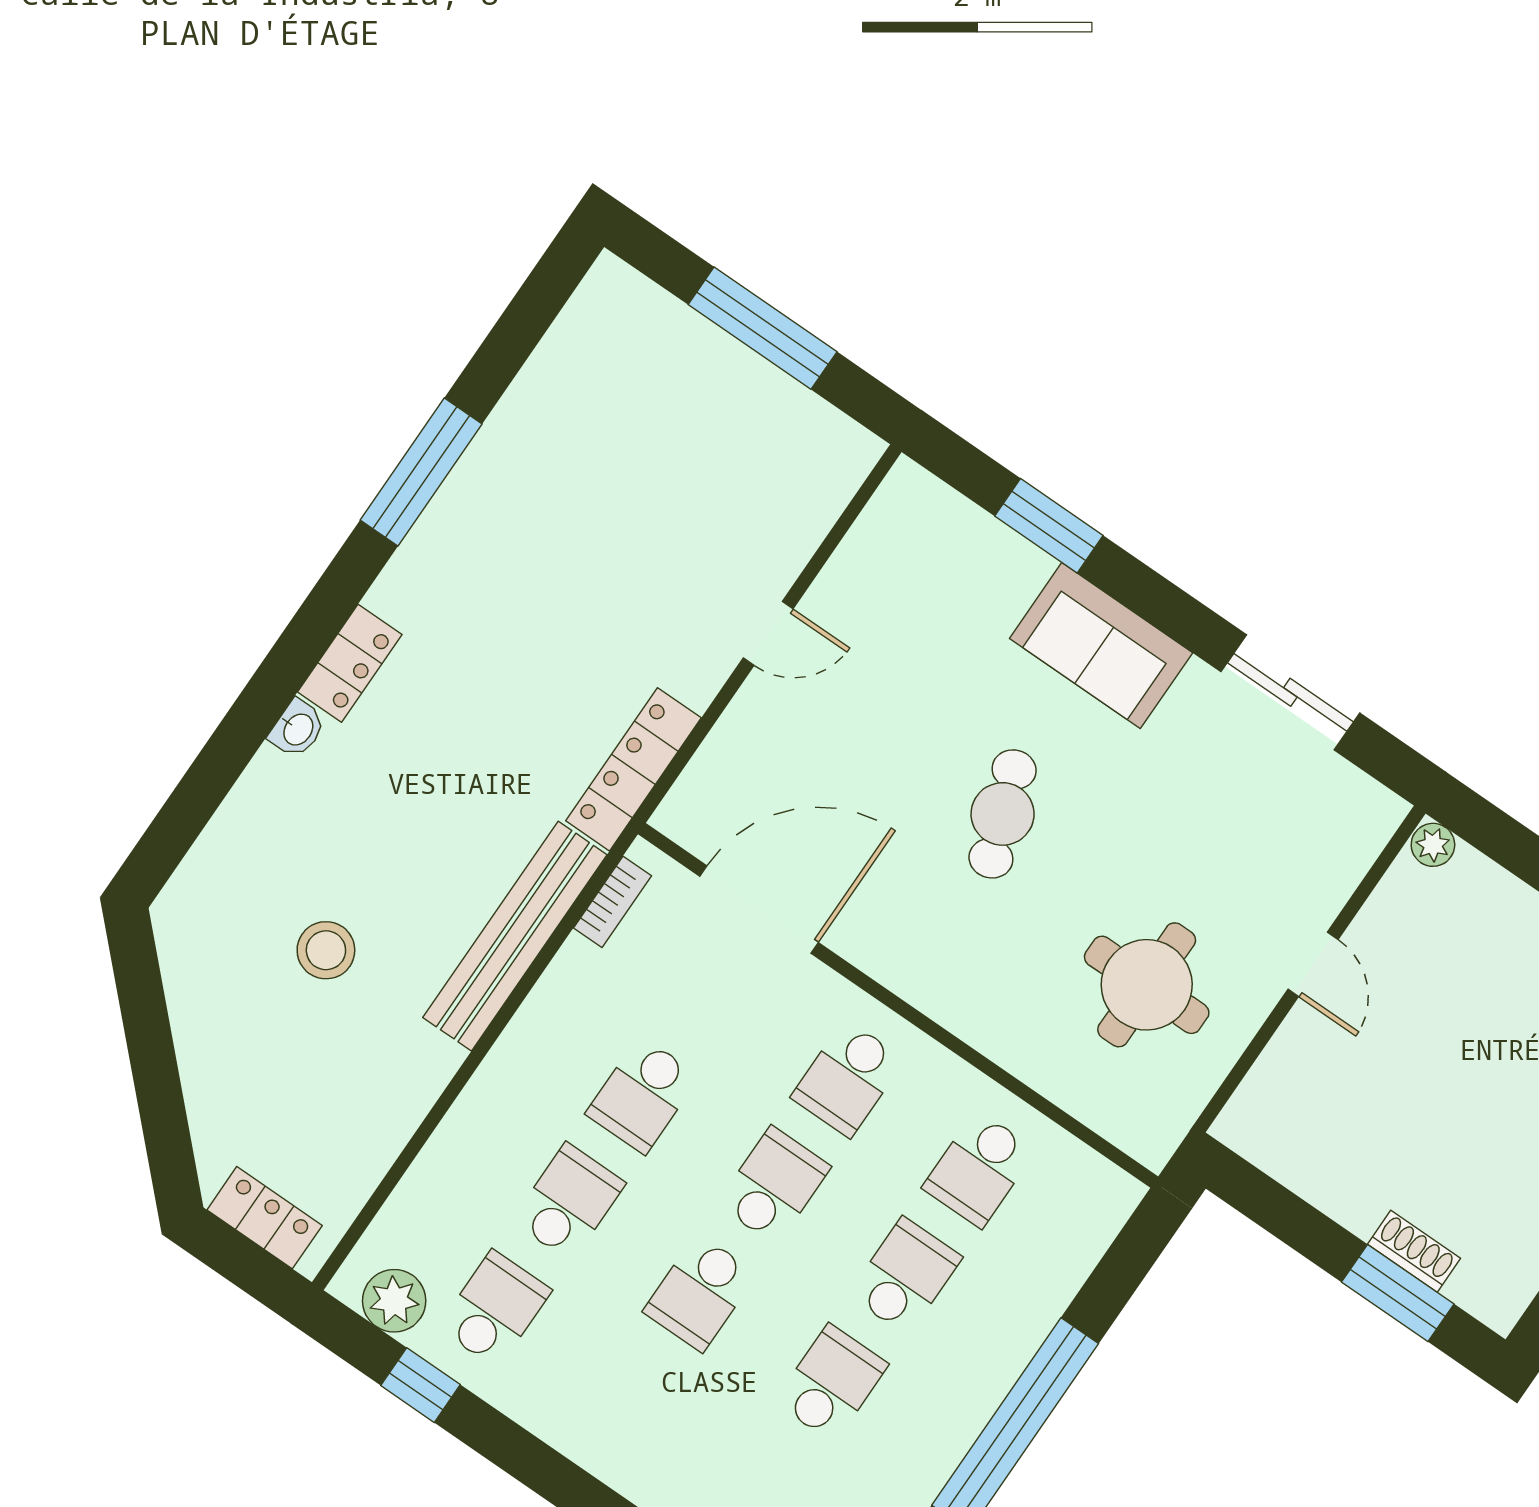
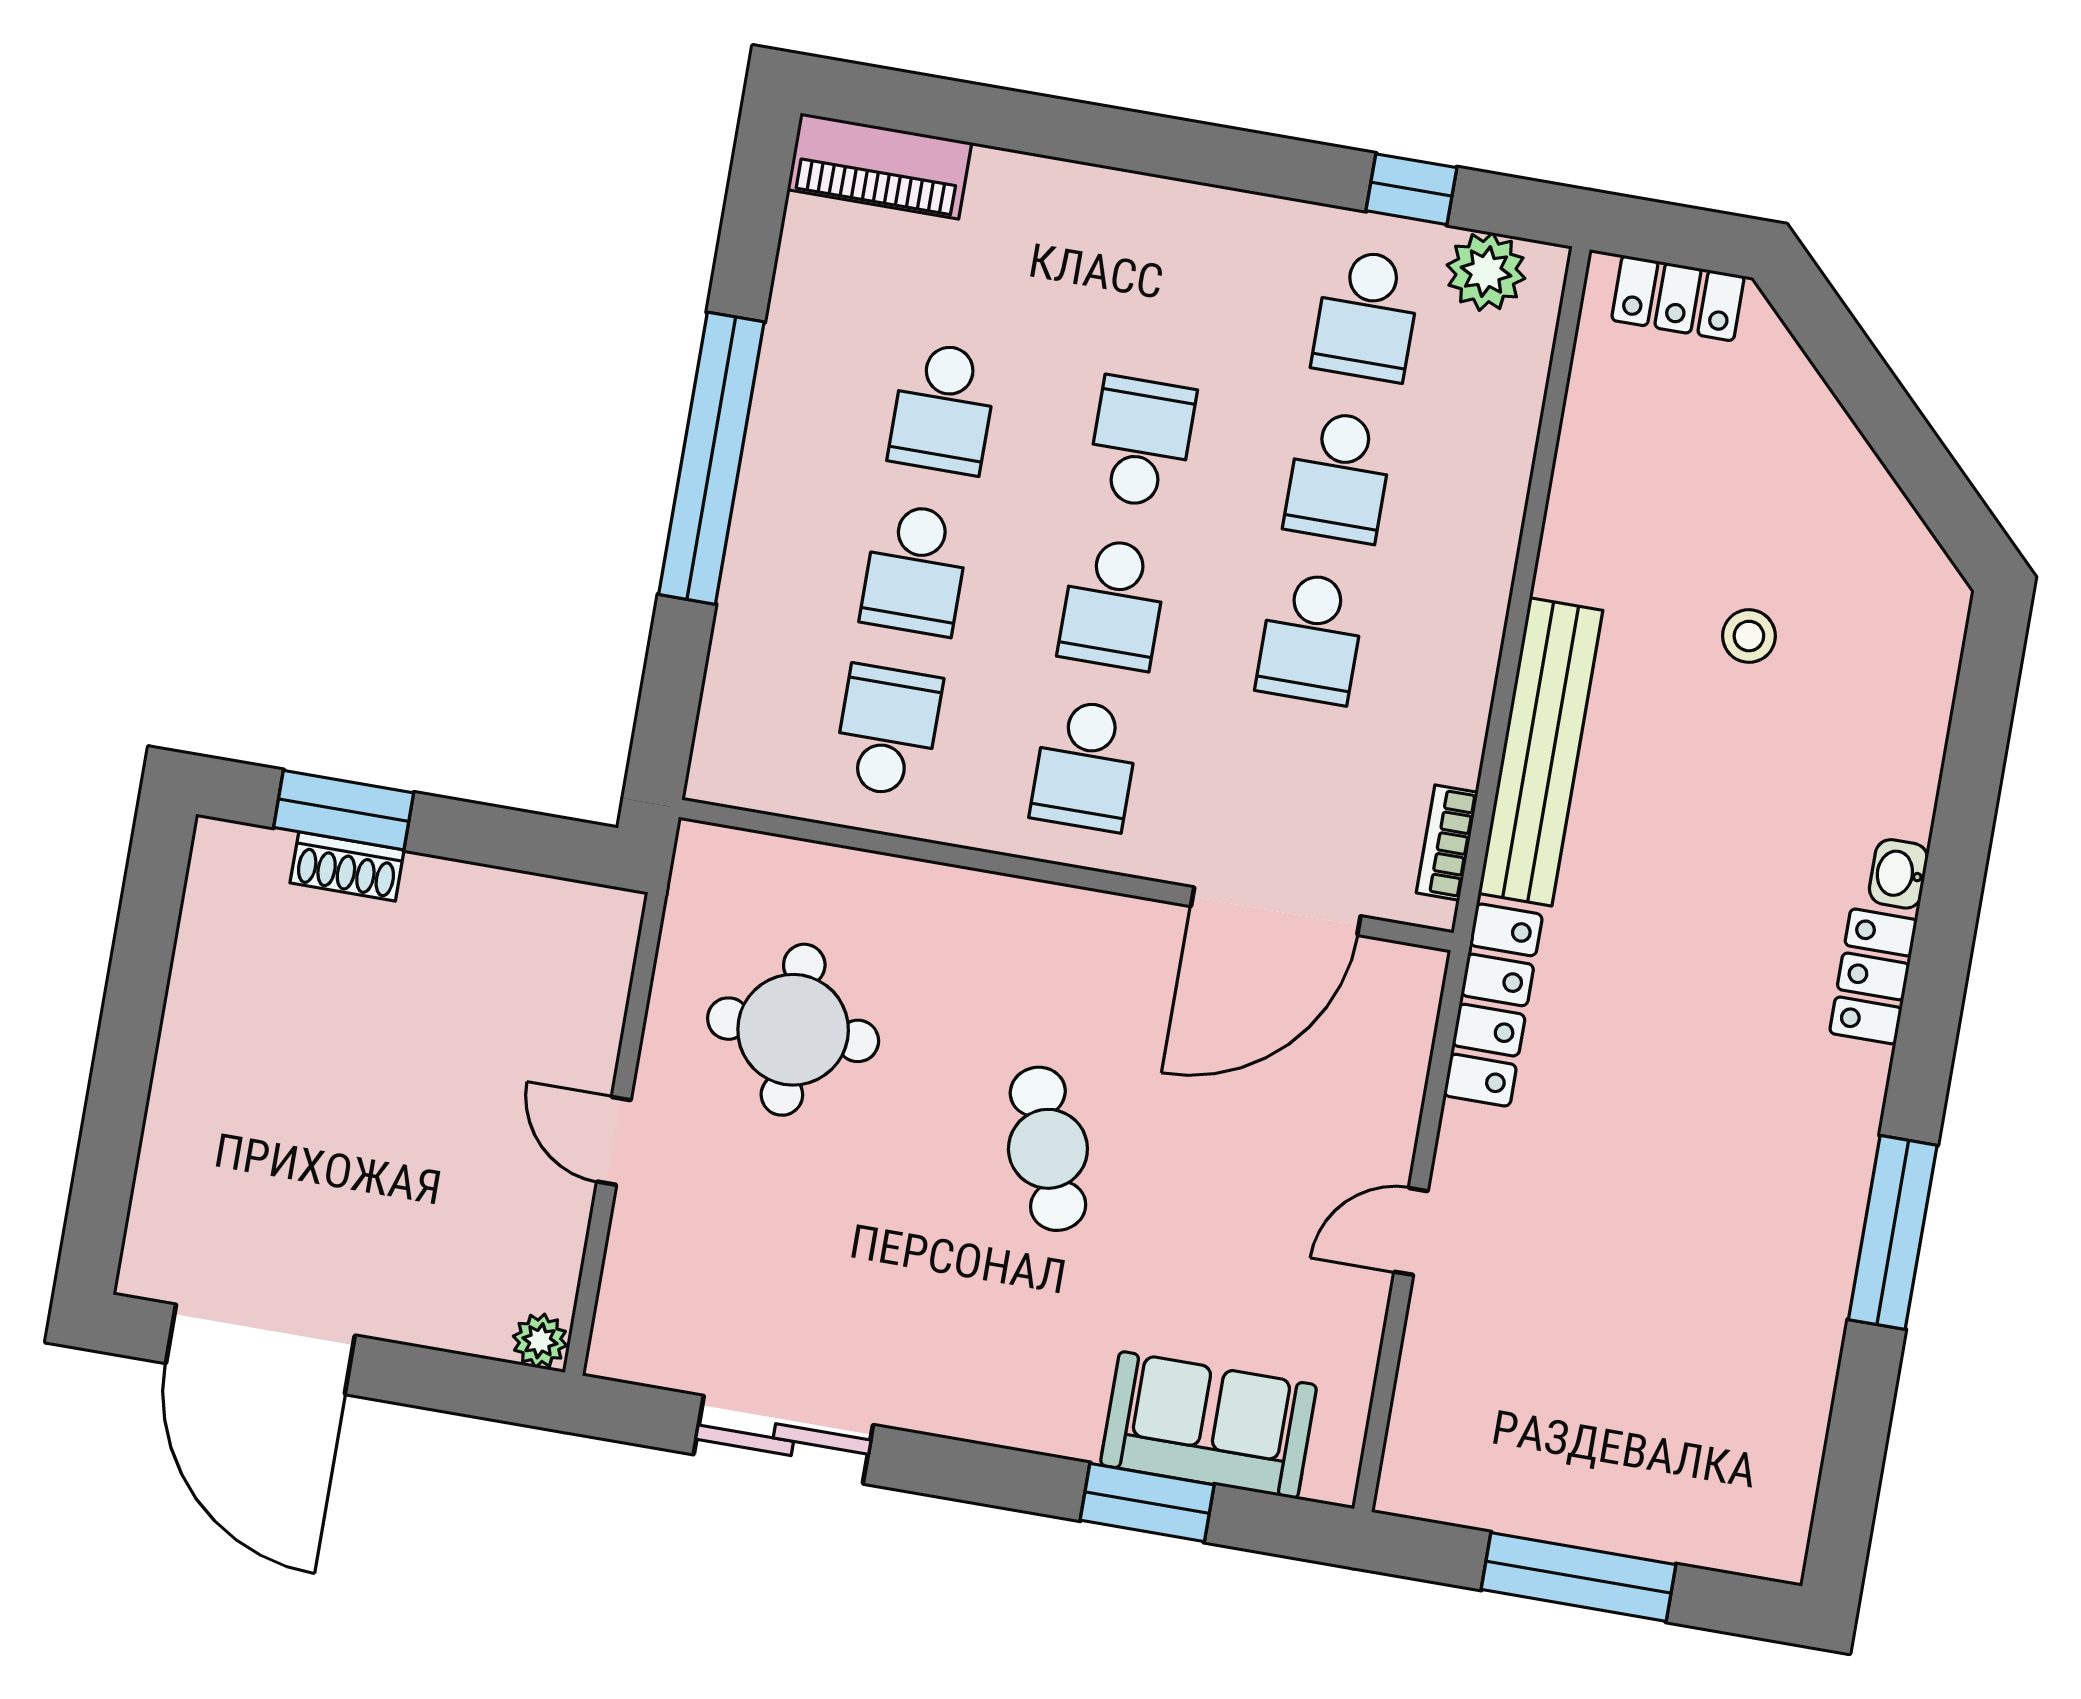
sofa: (1101, 646) -> (1208, 1425), moved
stool: (326, 950) -> (1749, 636), width x0.73, depth x0.73
school desk: (848, 1078) -> (1085, 765), turned 180
school desk: (643, 1095) -> (1311, 638), turned 180

